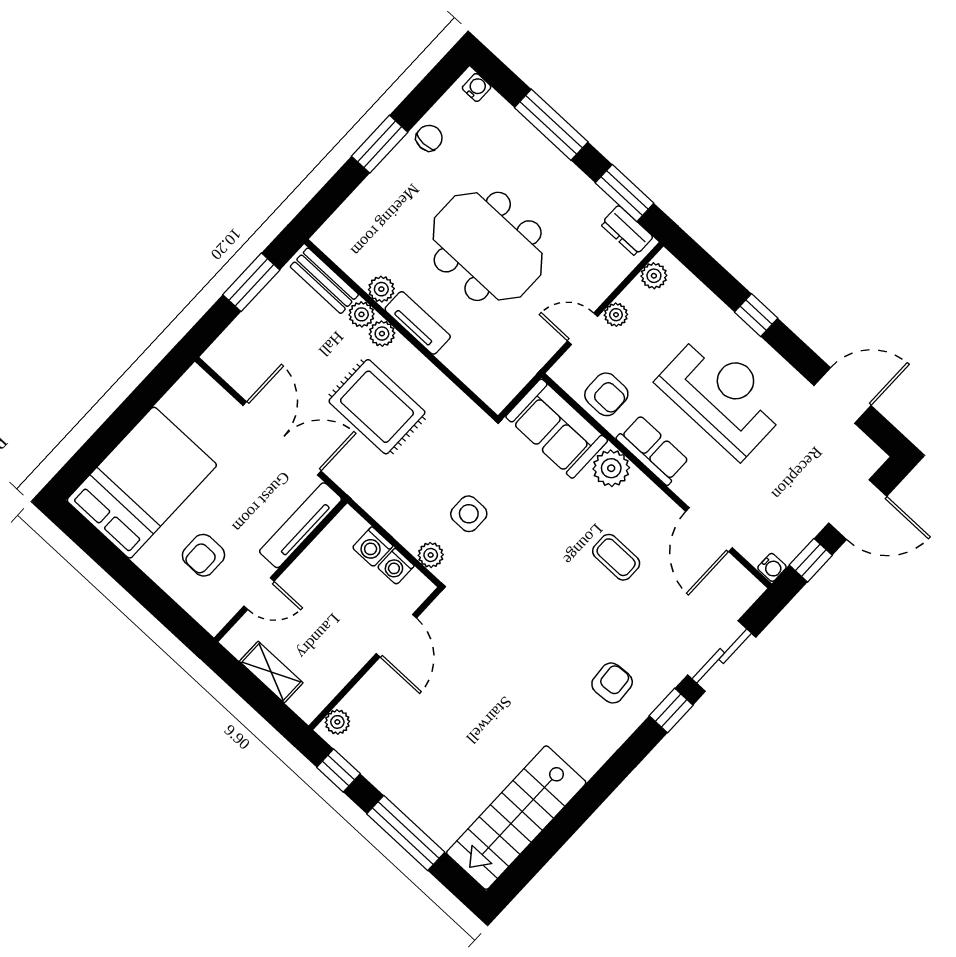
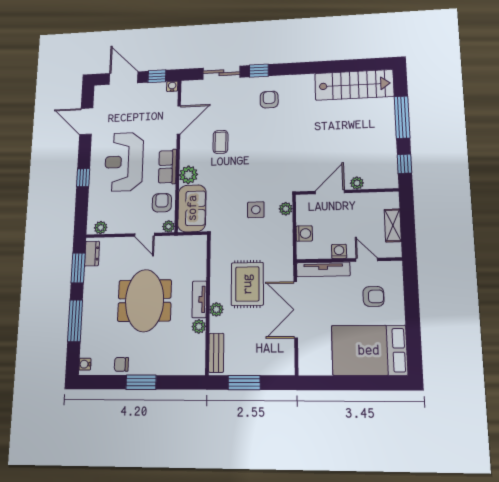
plant: (361, 314) -> (216, 325), removed
plant: (616, 315) -> (169, 226), moved
washing machine: (396, 566) -> (339, 251), moved, turned -90
armchair: (612, 683) -> (269, 100), turned 94
plant: (337, 722) -> (357, 183), moved

